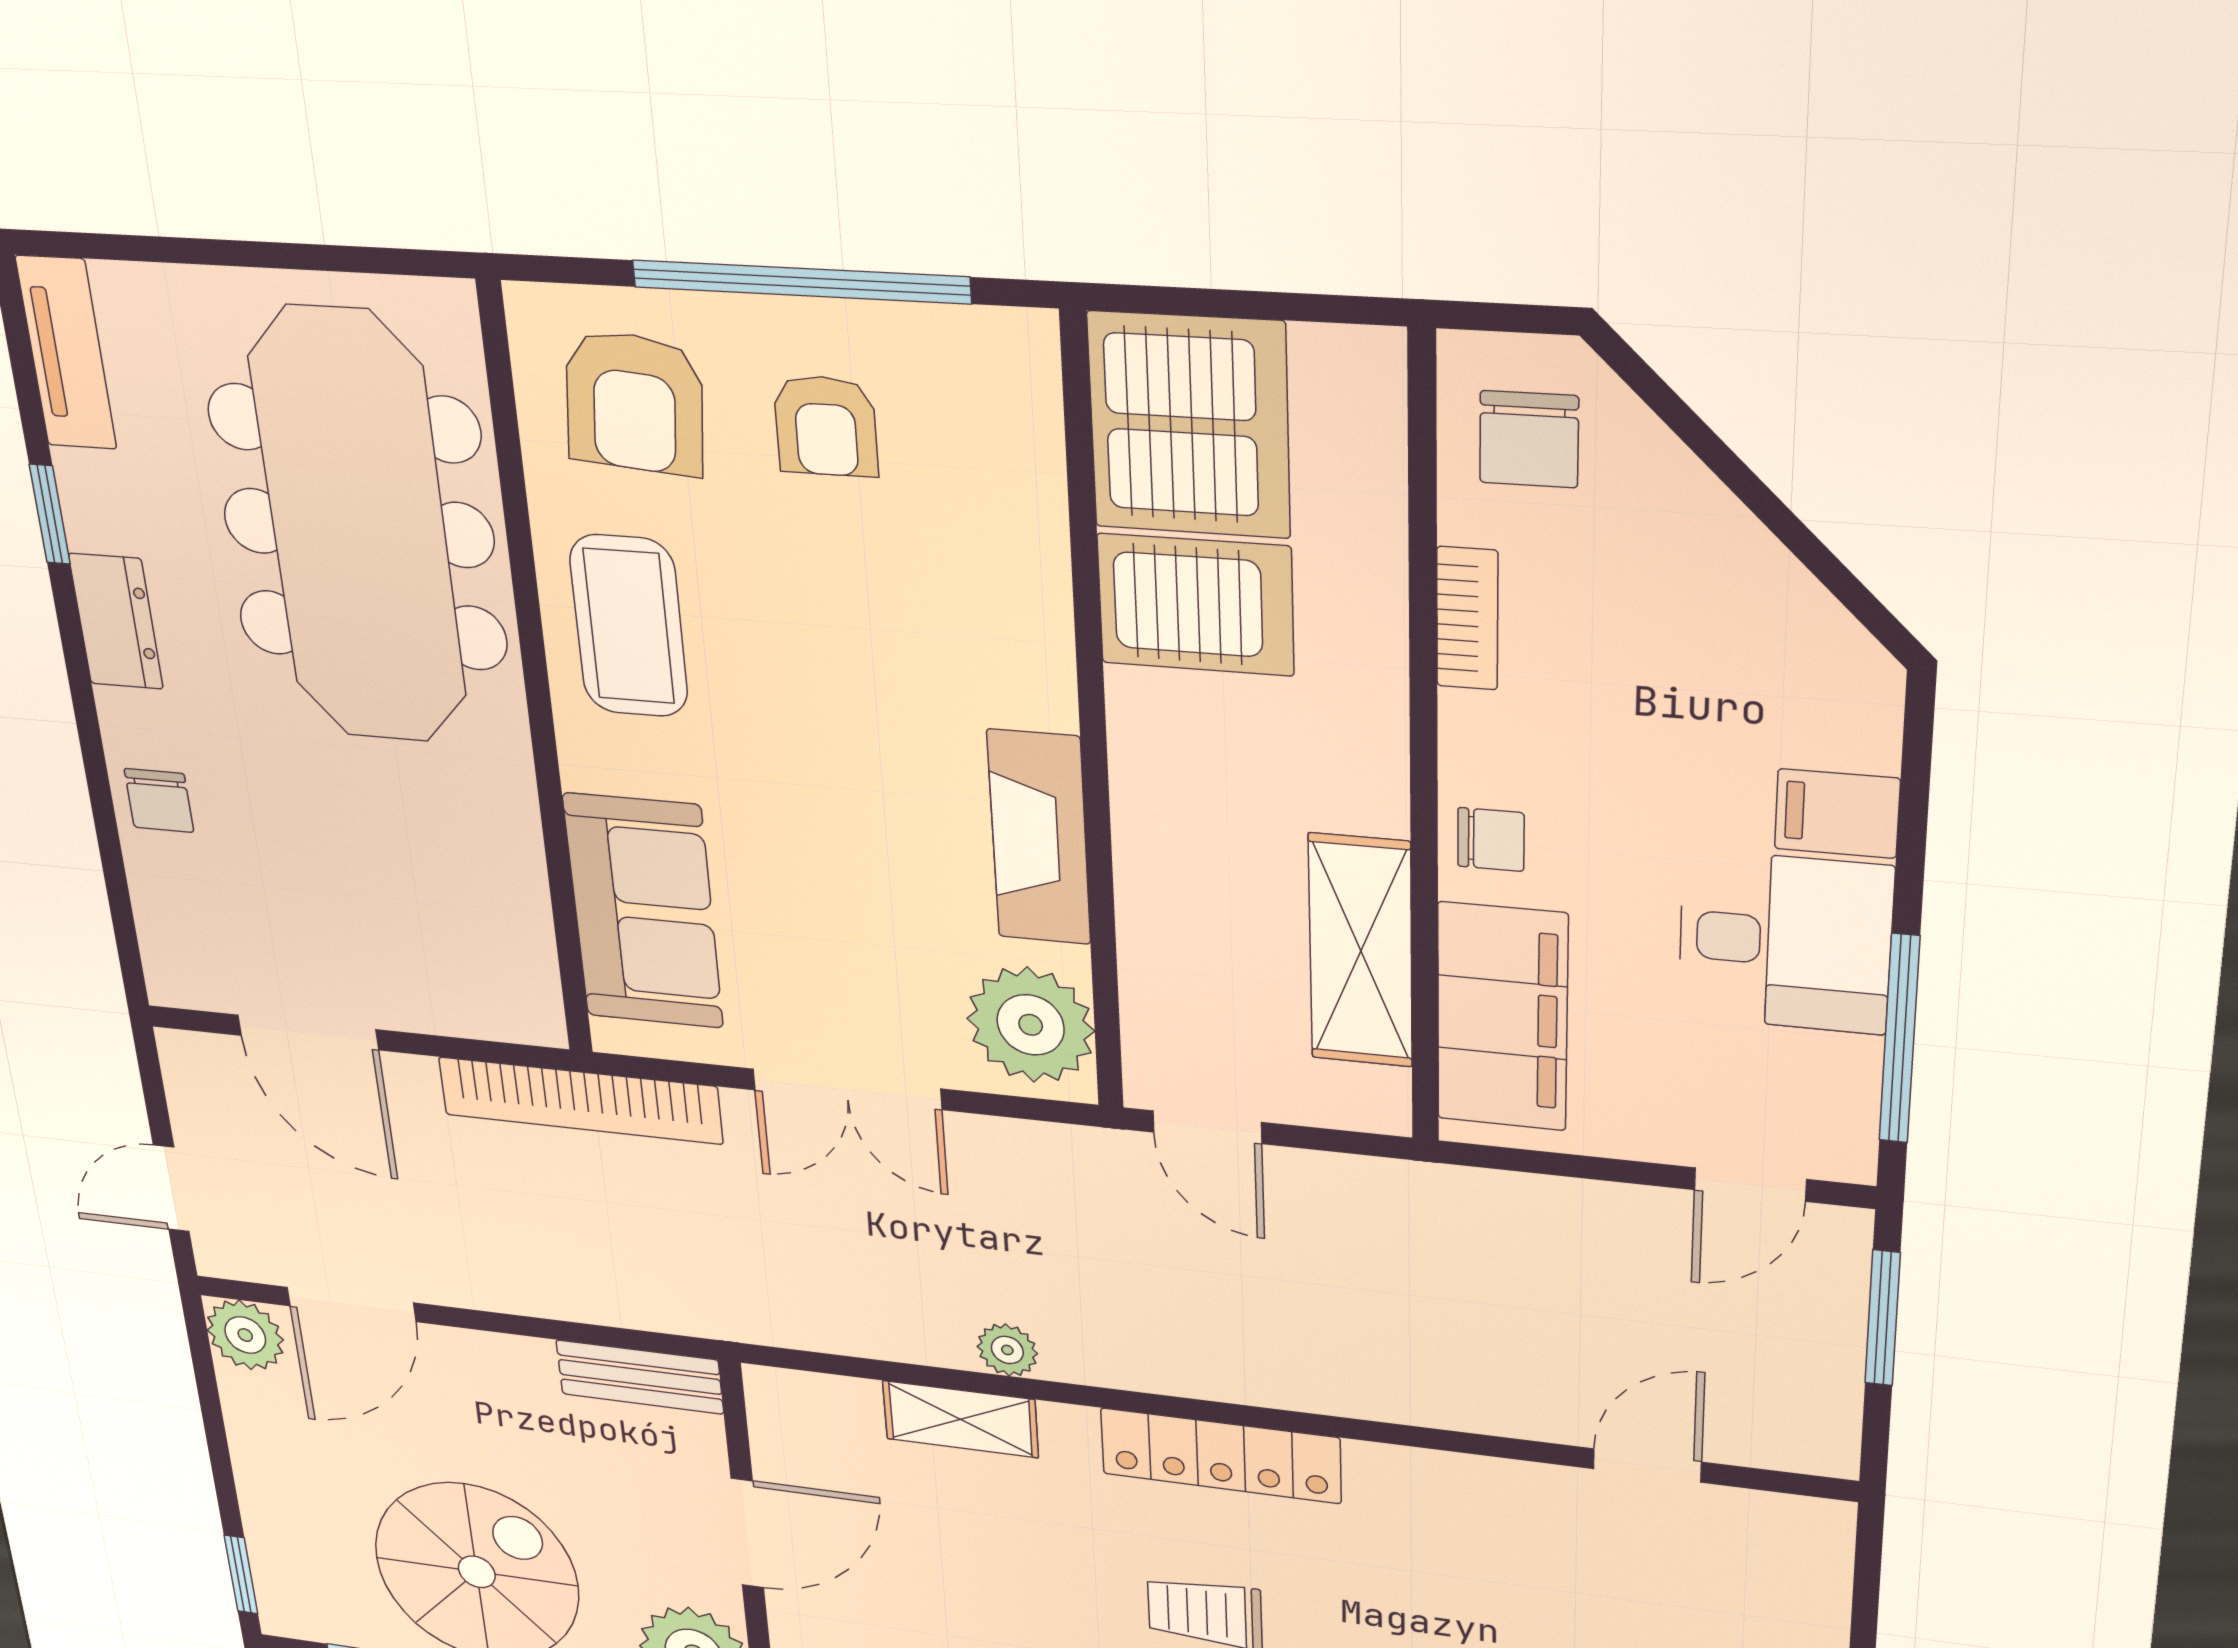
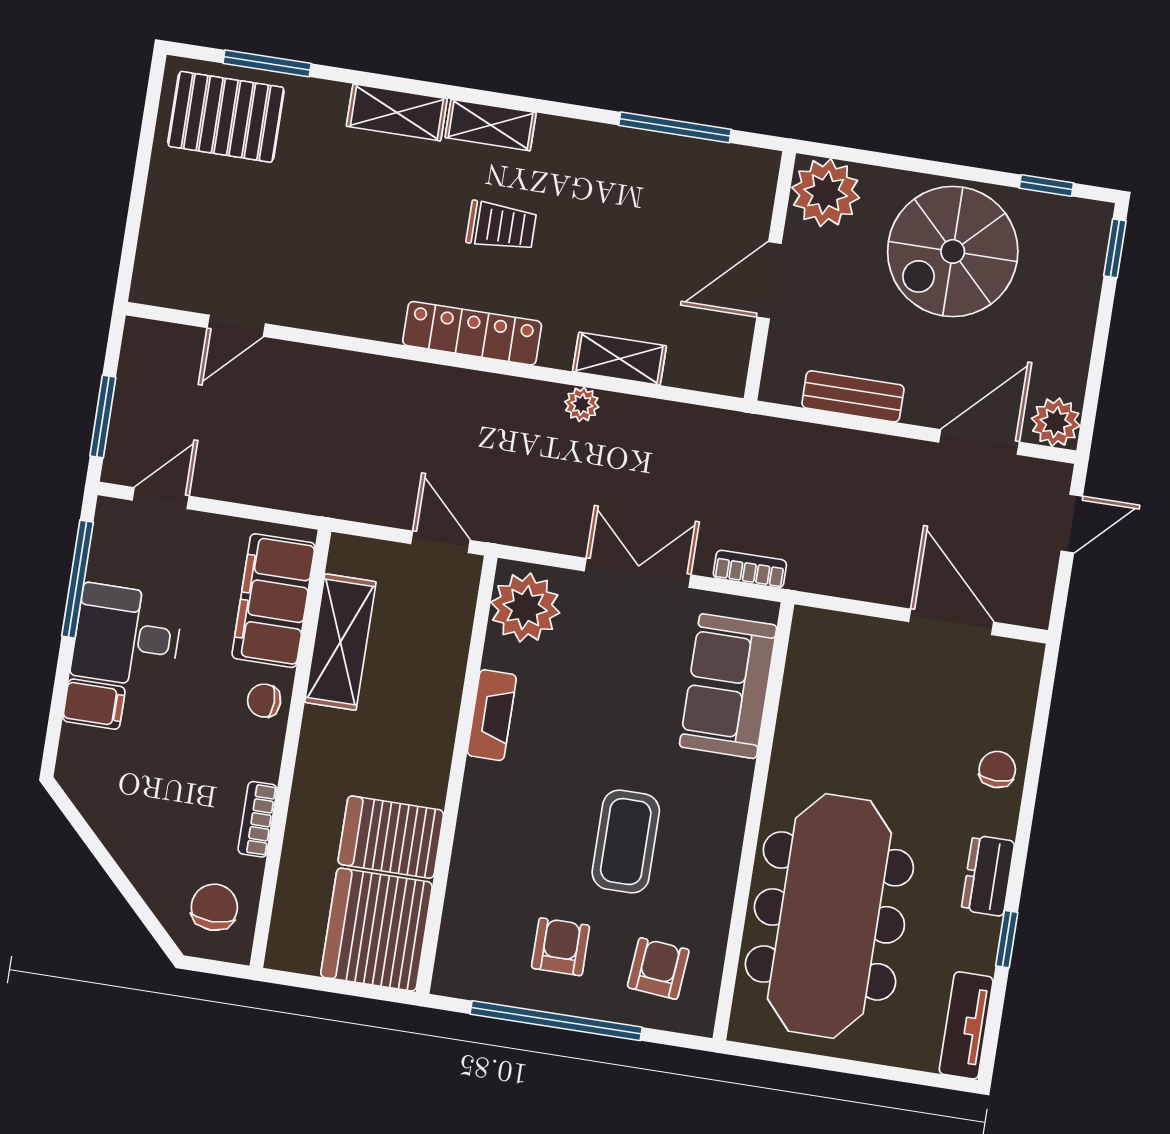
armchair: (634, 402) -> (658, 969), width x0.72, depth x0.72
coffee table: (629, 626) -> (626, 842), moved
fireplace: (1039, 838) -> (492, 715), width x0.73, depth x0.76
bookcase: (580, 1101) -> (750, 569), width x0.43, depth x0.76
bench: (640, 1377) -> (853, 396), moved

